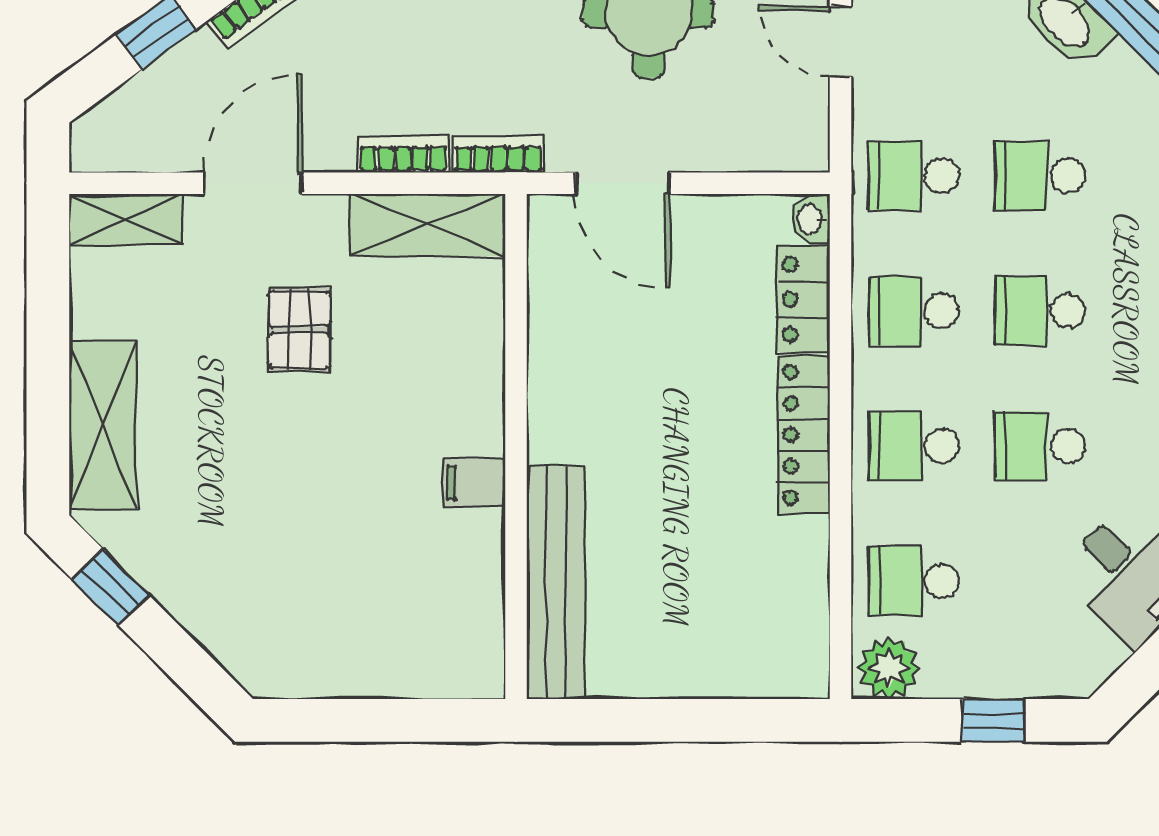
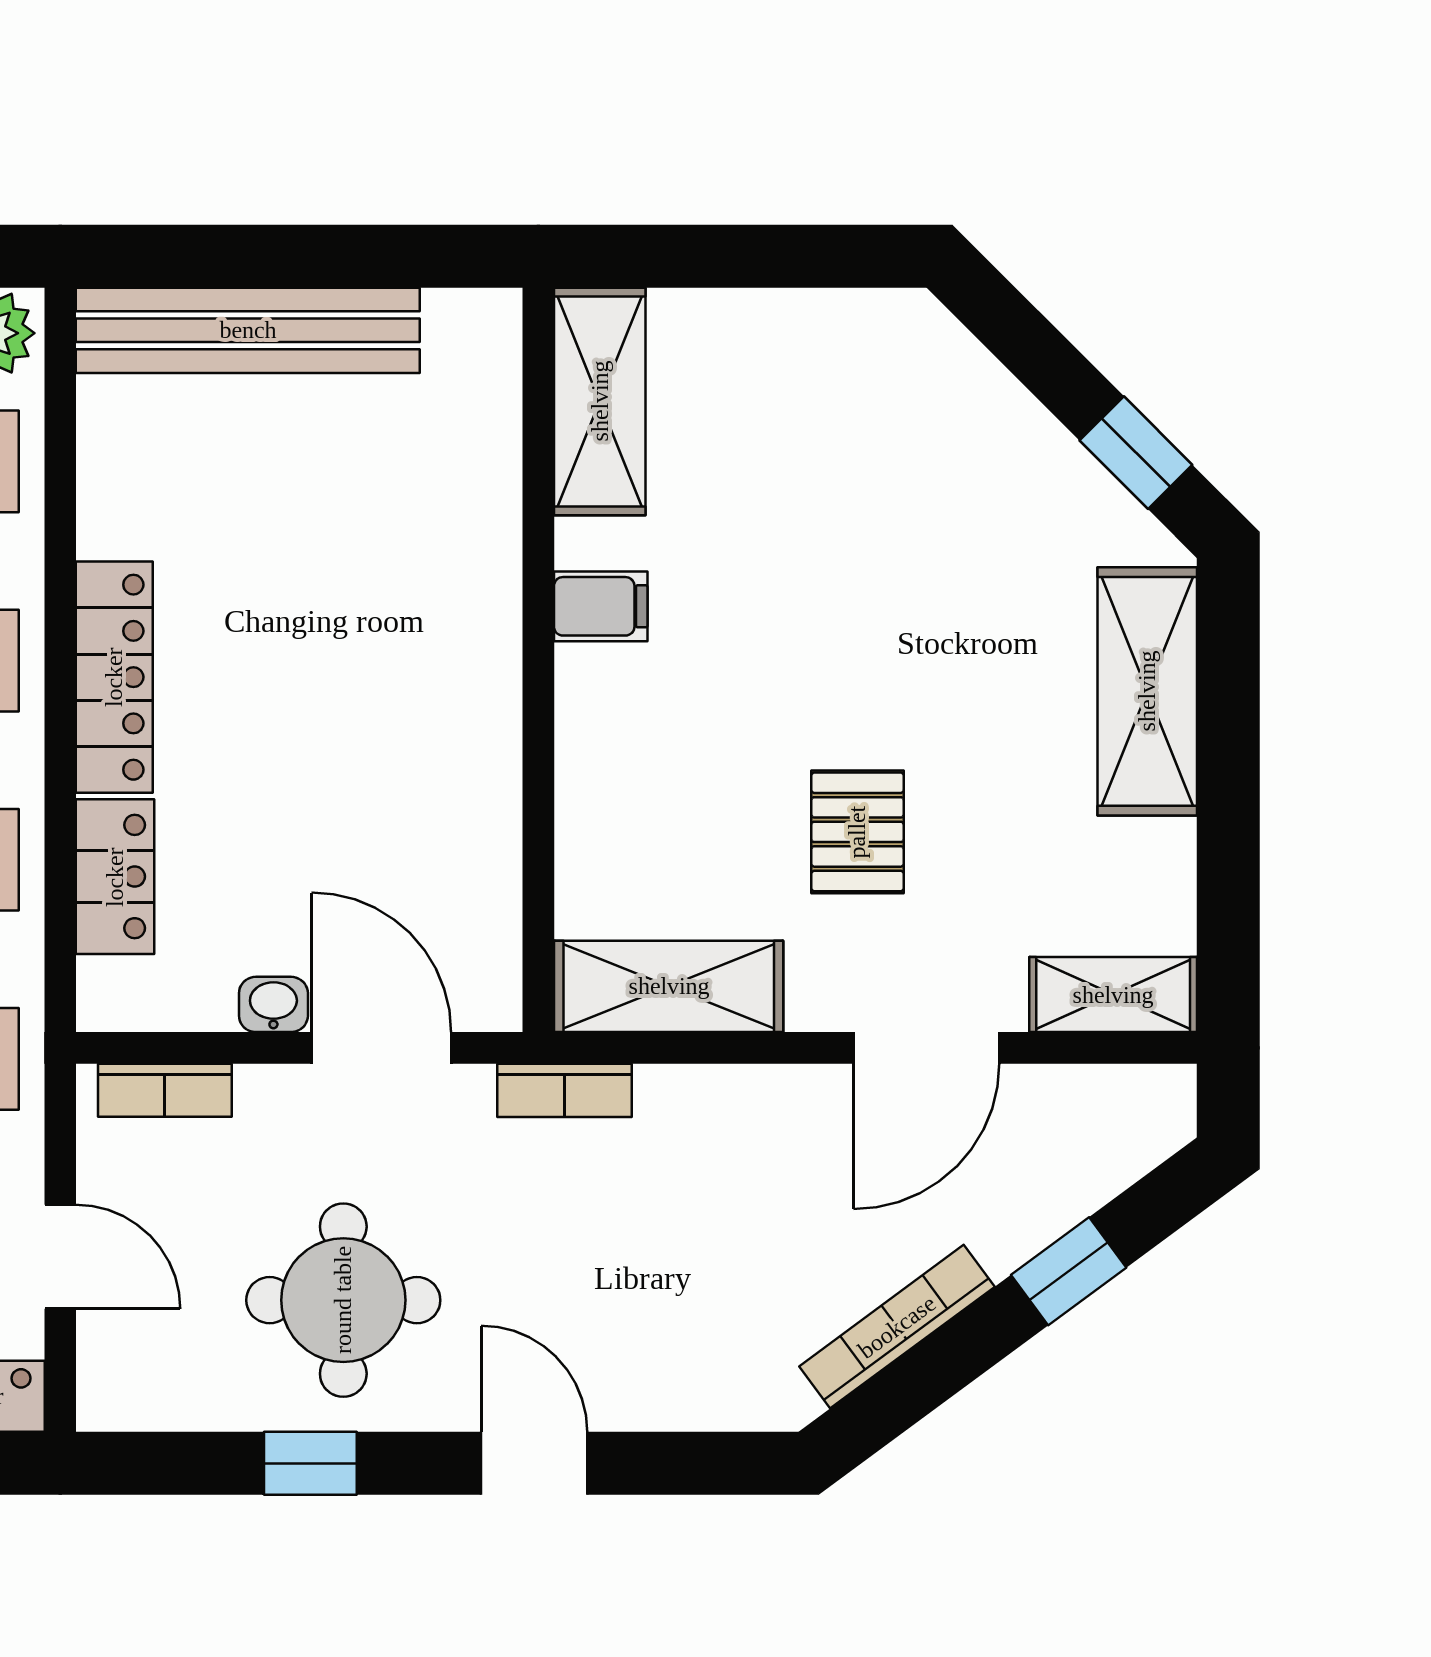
bookcase: (403, 154) -> (165, 1090), moved
washbasin: (811, 219) -> (273, 1004), moved, turned -90
bench: (556, 582) -> (248, 330), moved, turned 90
shelving: (474, 622) -> (600, 401), added

